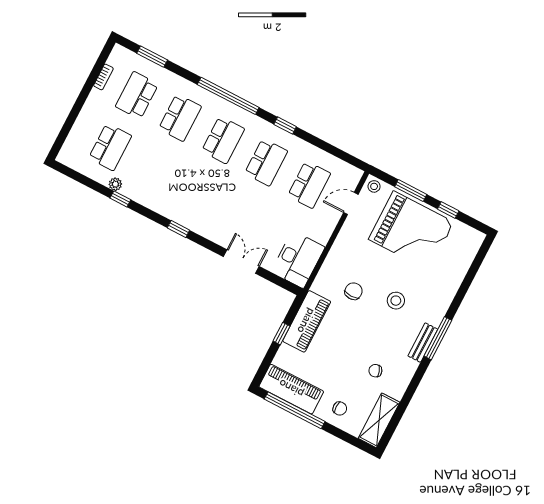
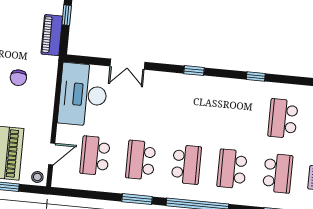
window: (285, 125) -> (137, 199), width x1.50
school desk: (223, 140) -> (186, 164), turned 180
plant: (115, 184) -> (265, 88), removed
desk: (298, 259) -> (83, 95), width x1.36, depth x1.30
piano: (307, 321) -> (52, 35), width x0.73, depth x0.75

